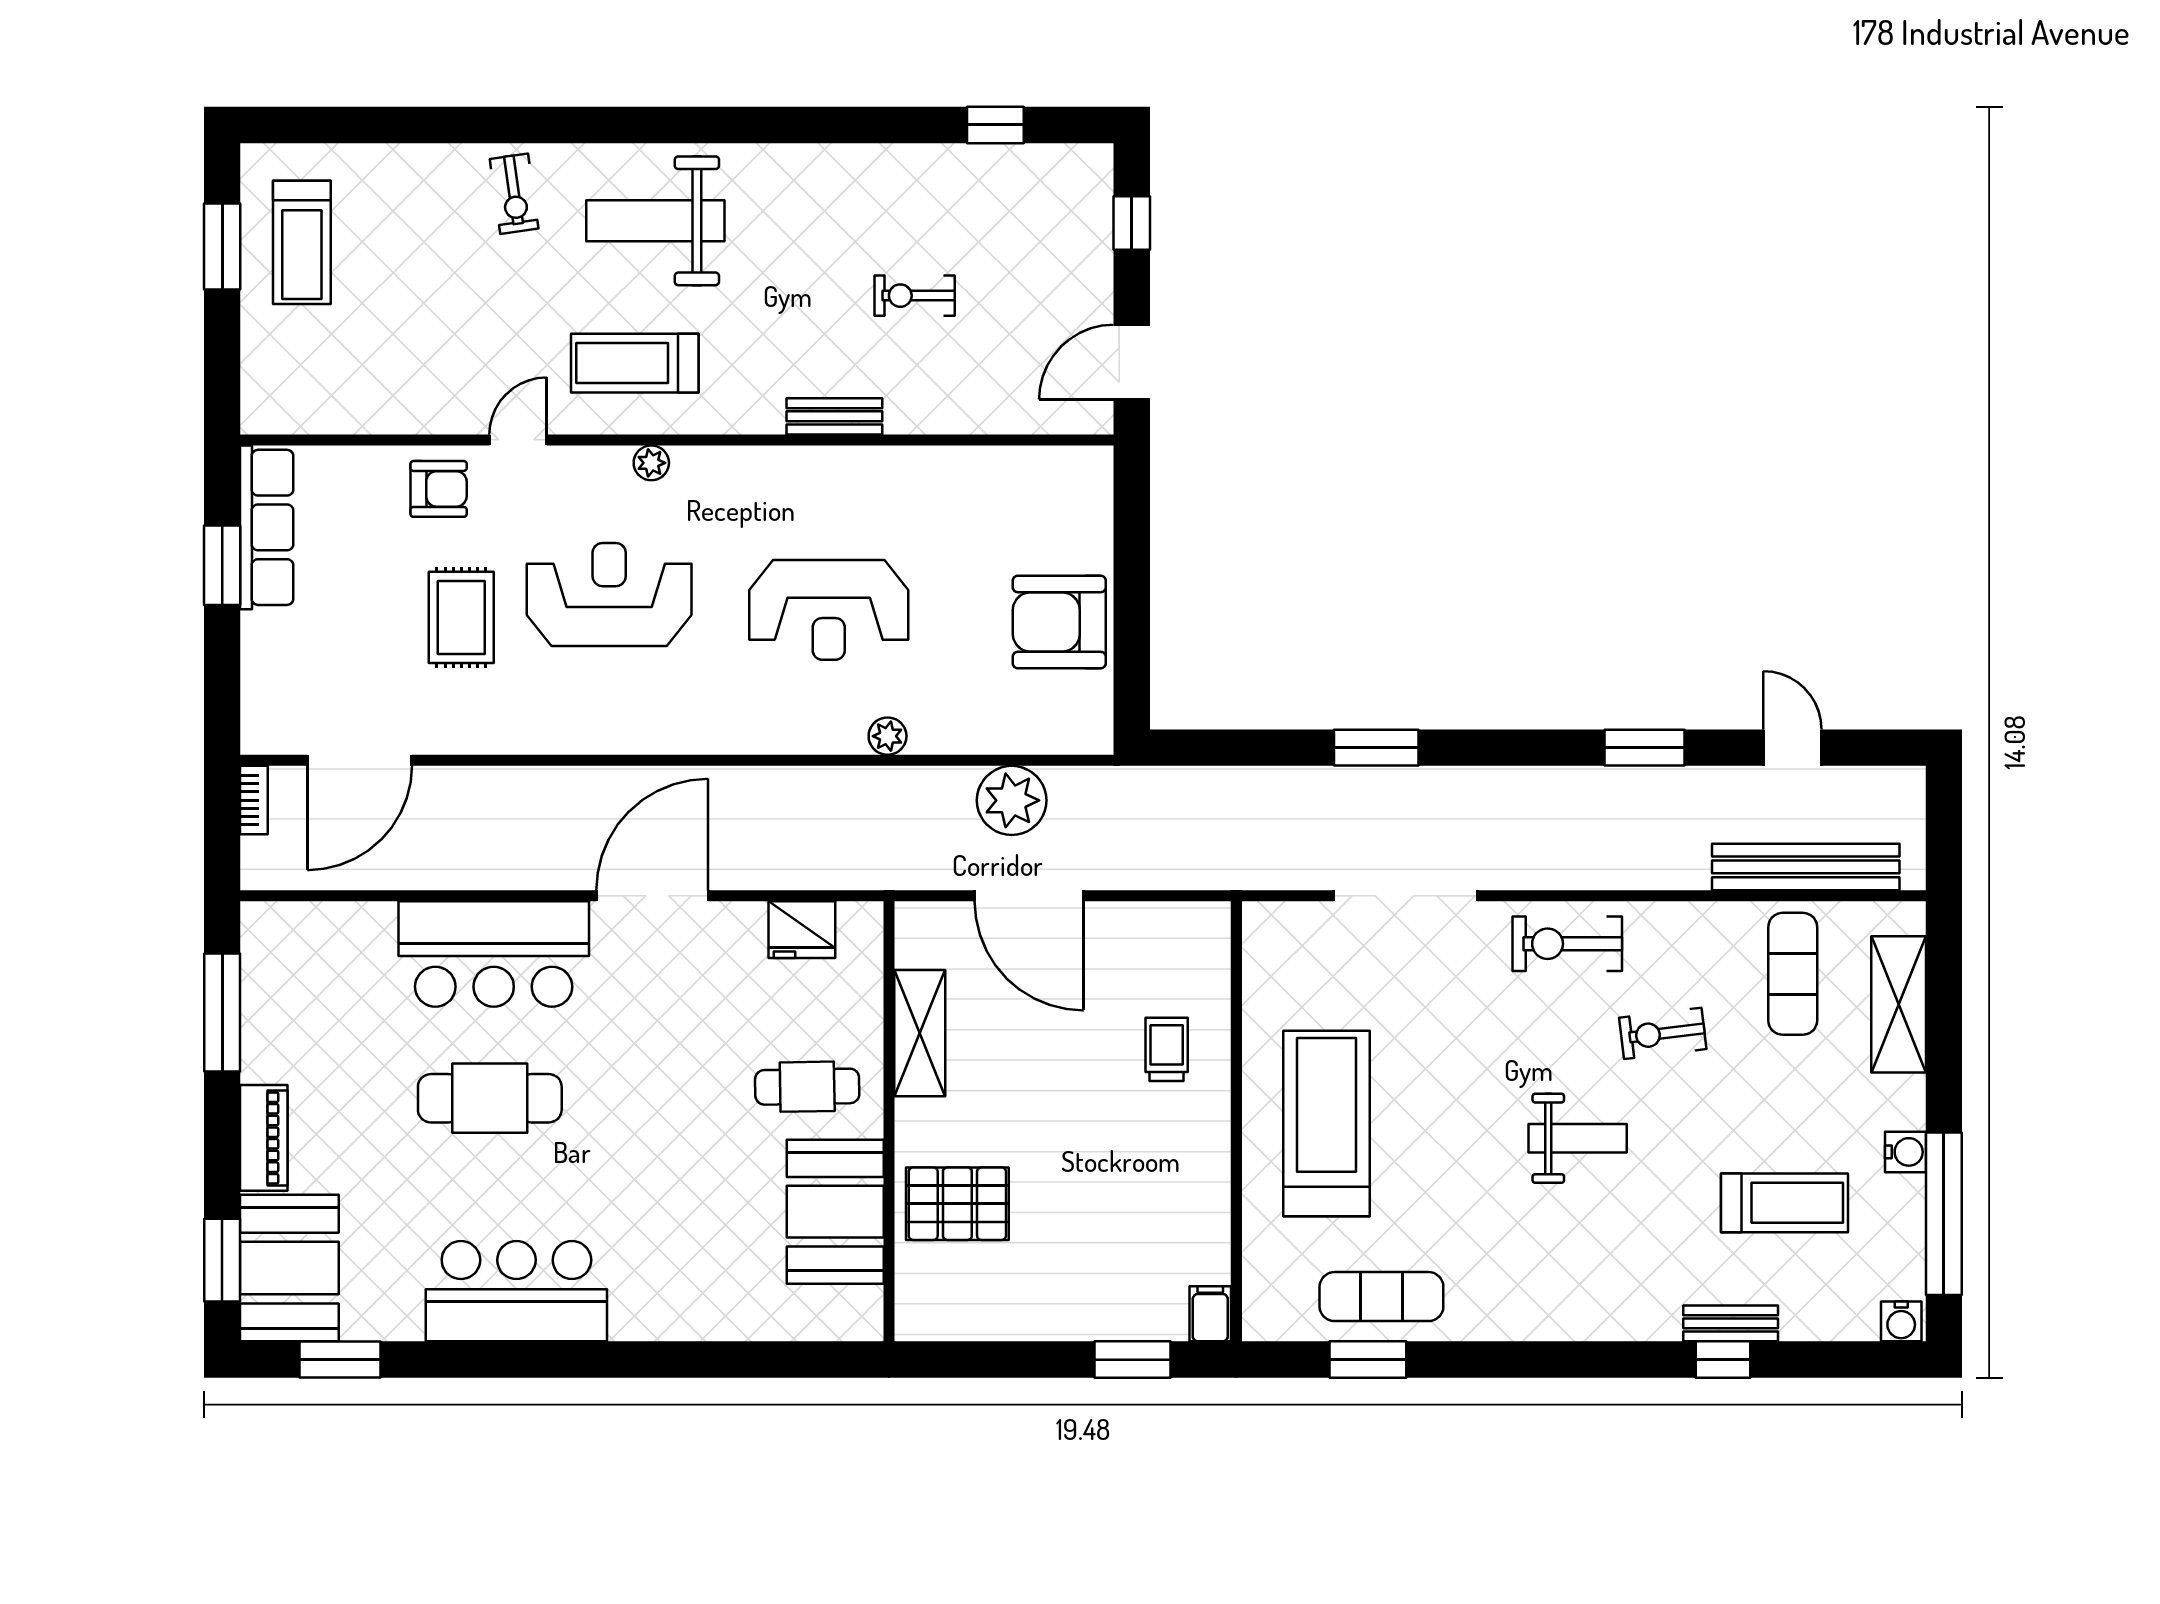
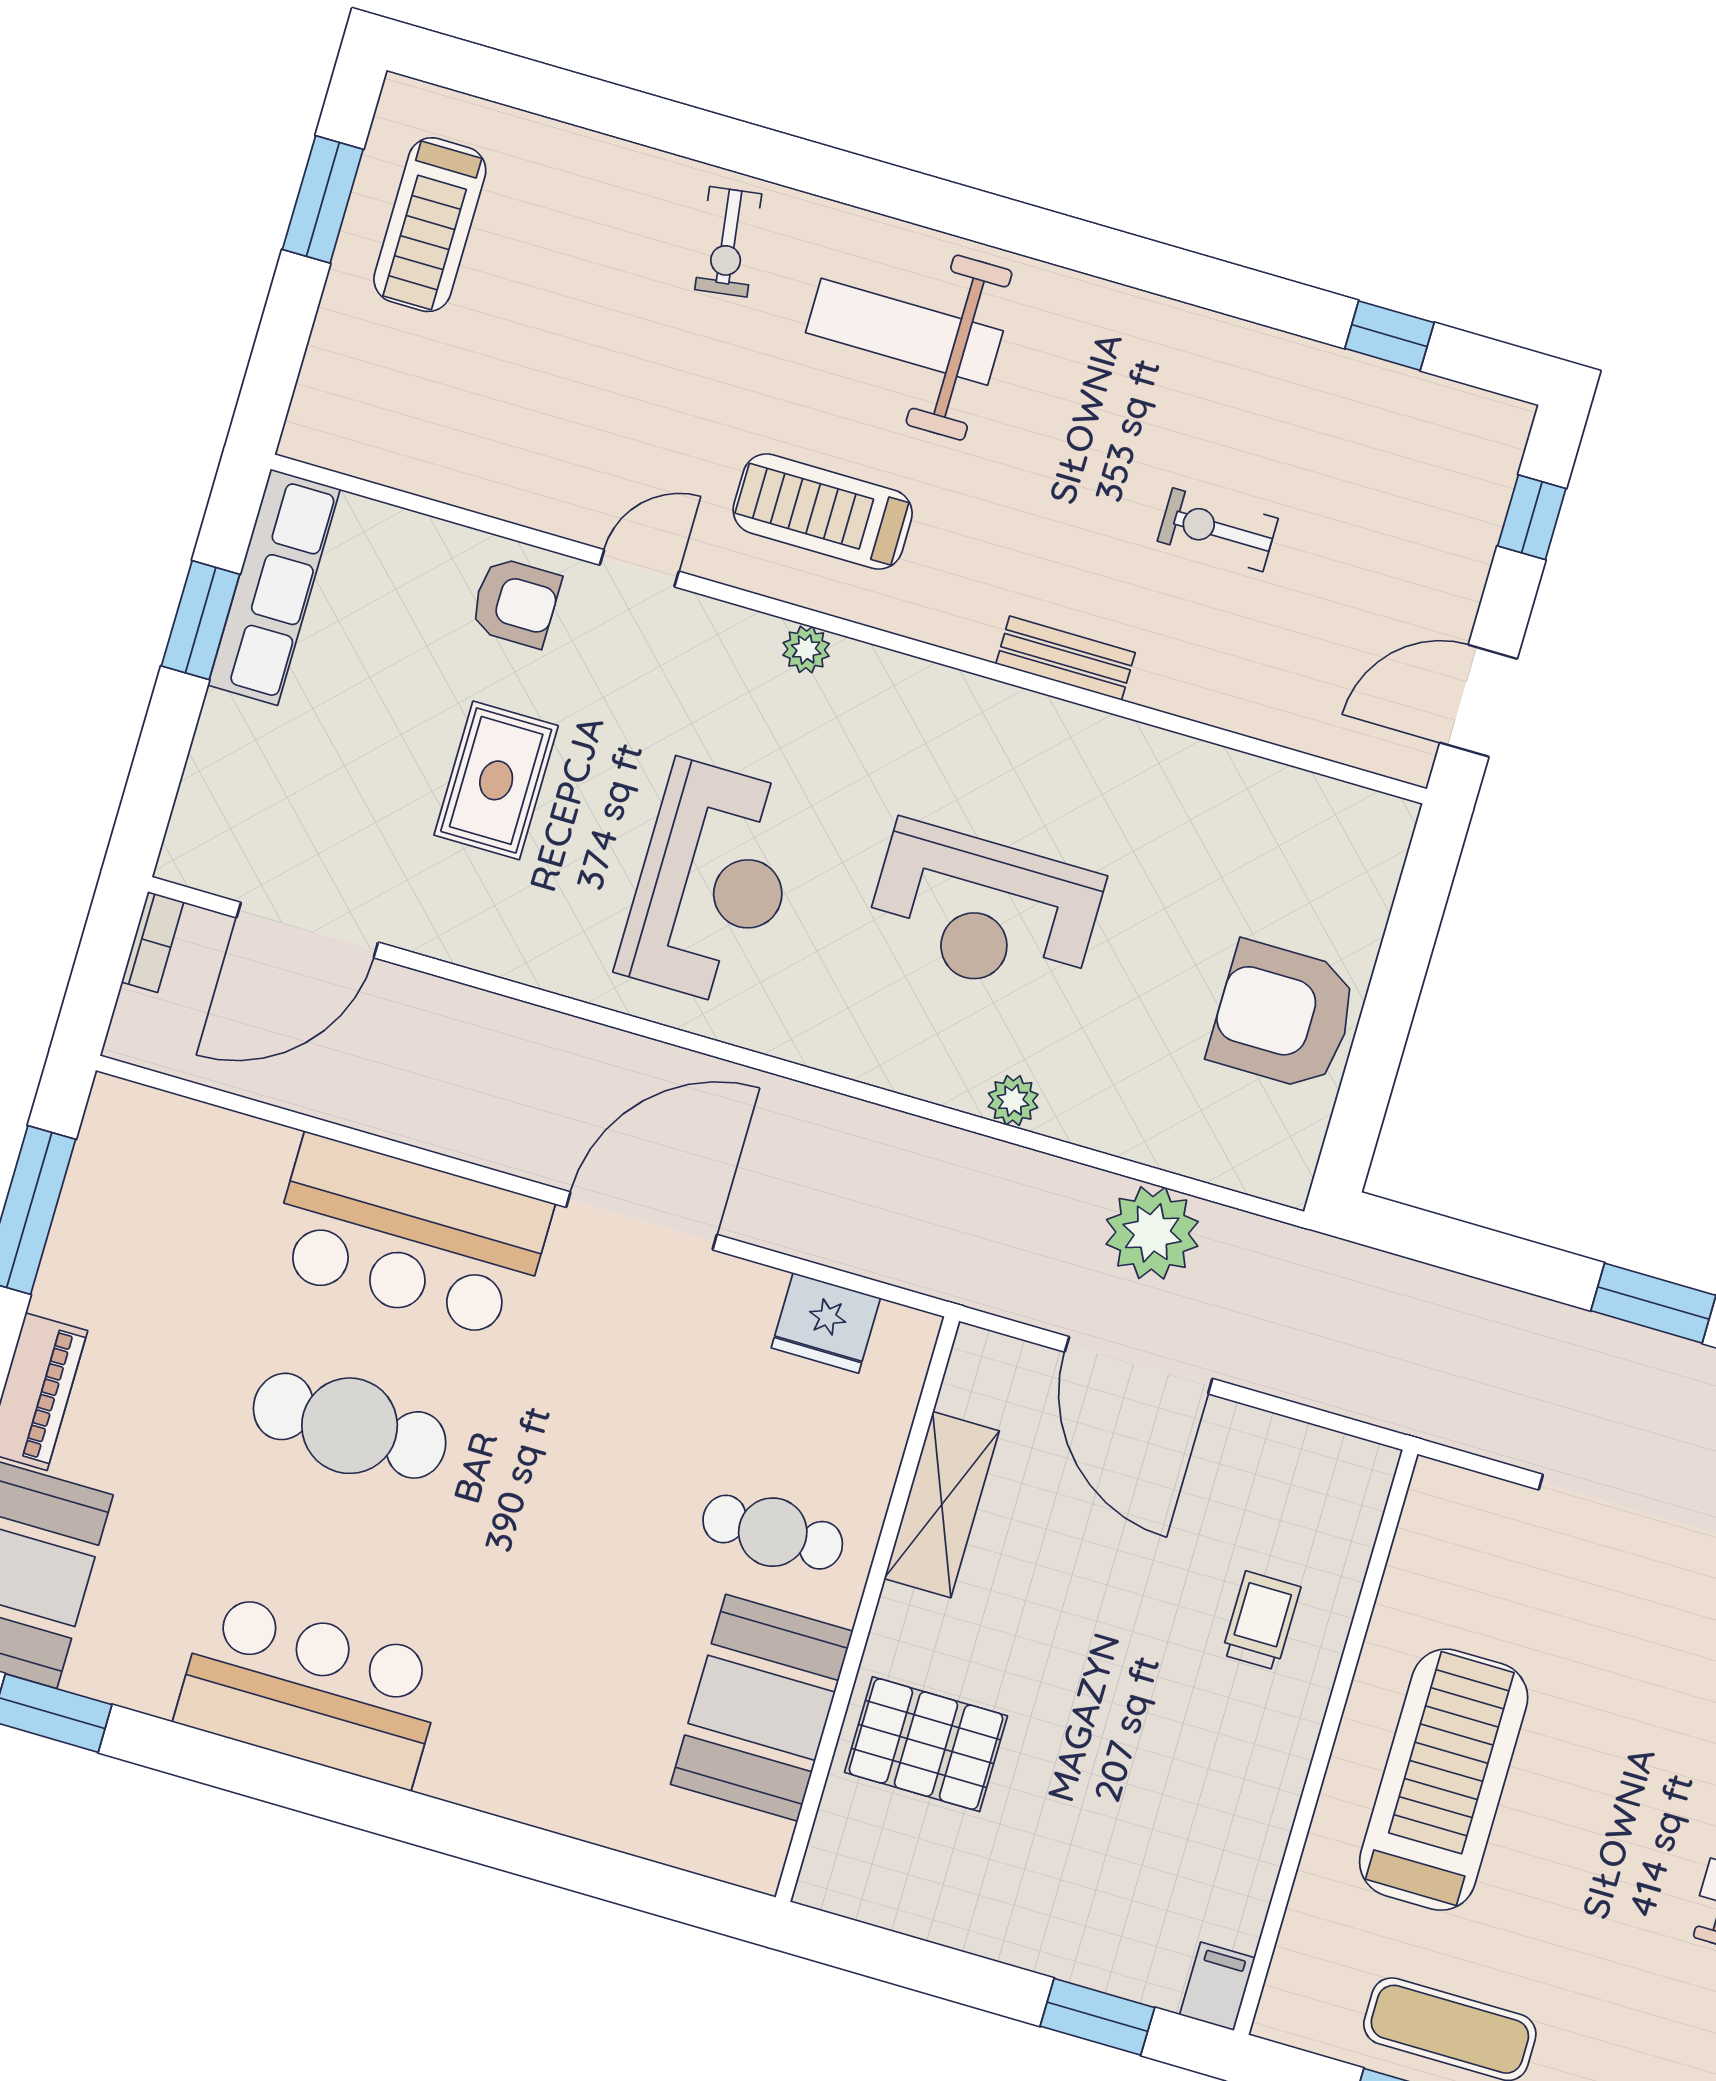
reception desk: (609, 595) -> (712, 884), moved, turned 90

